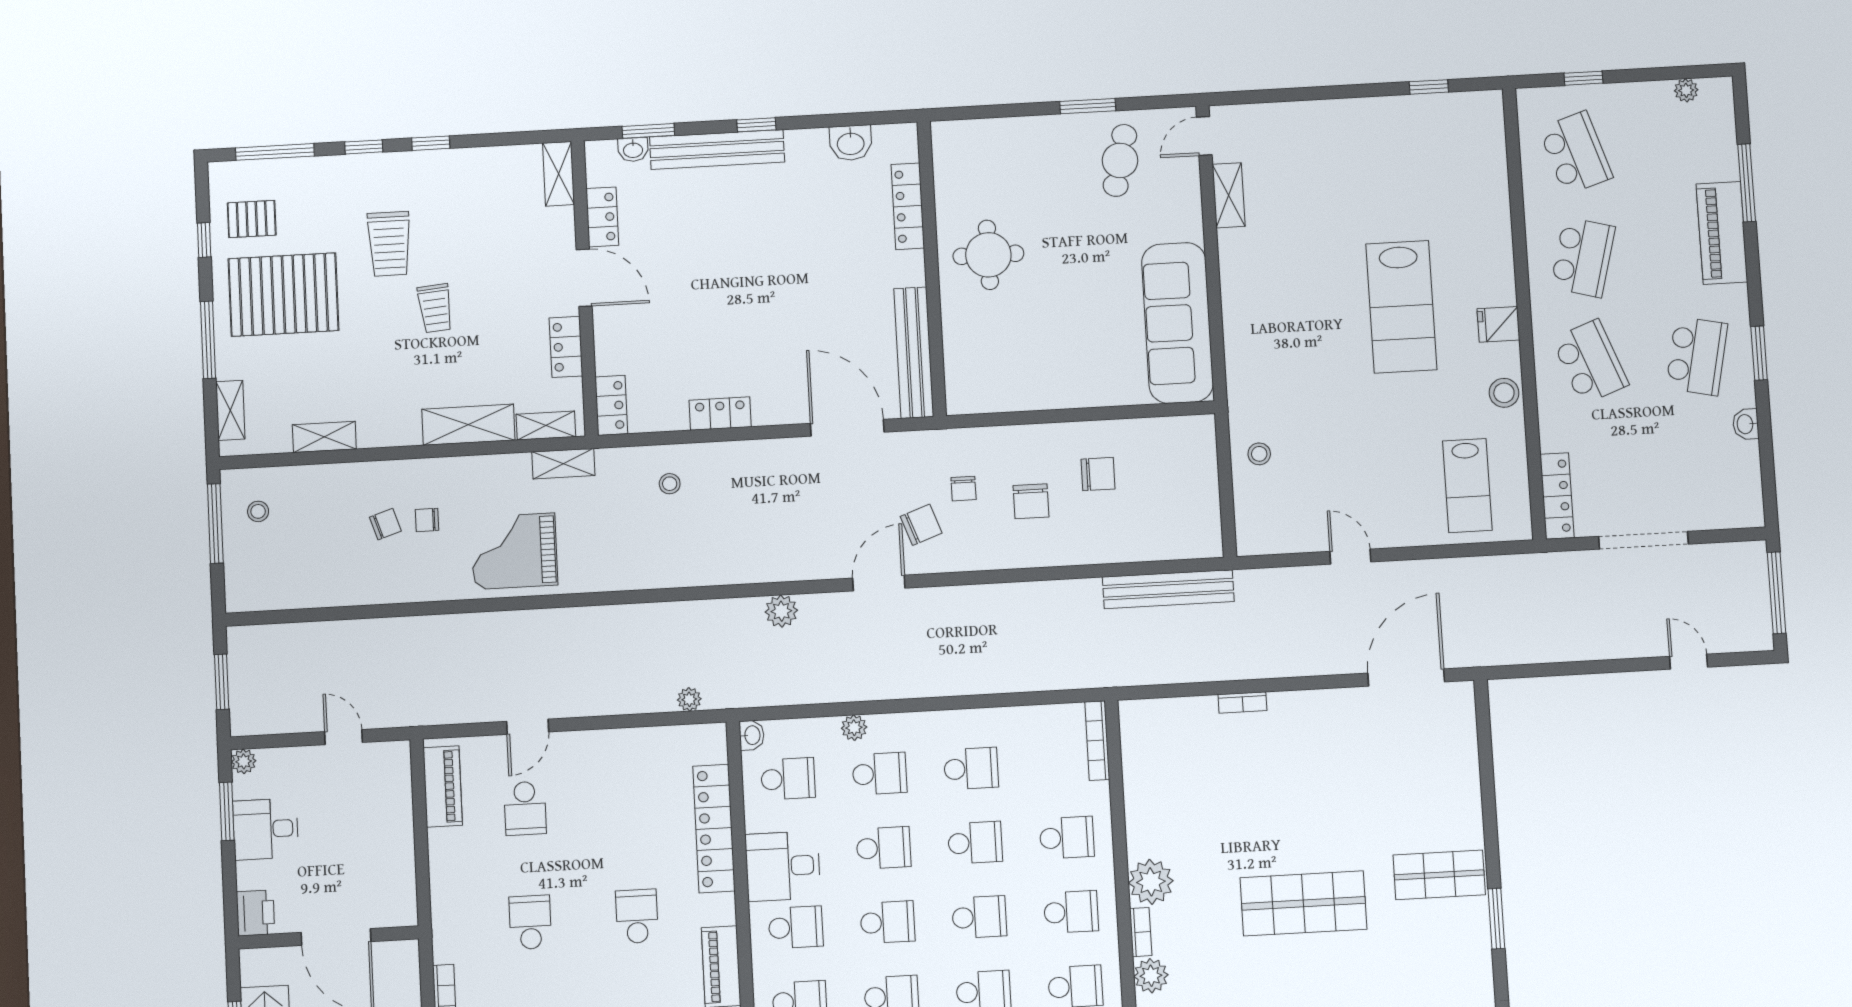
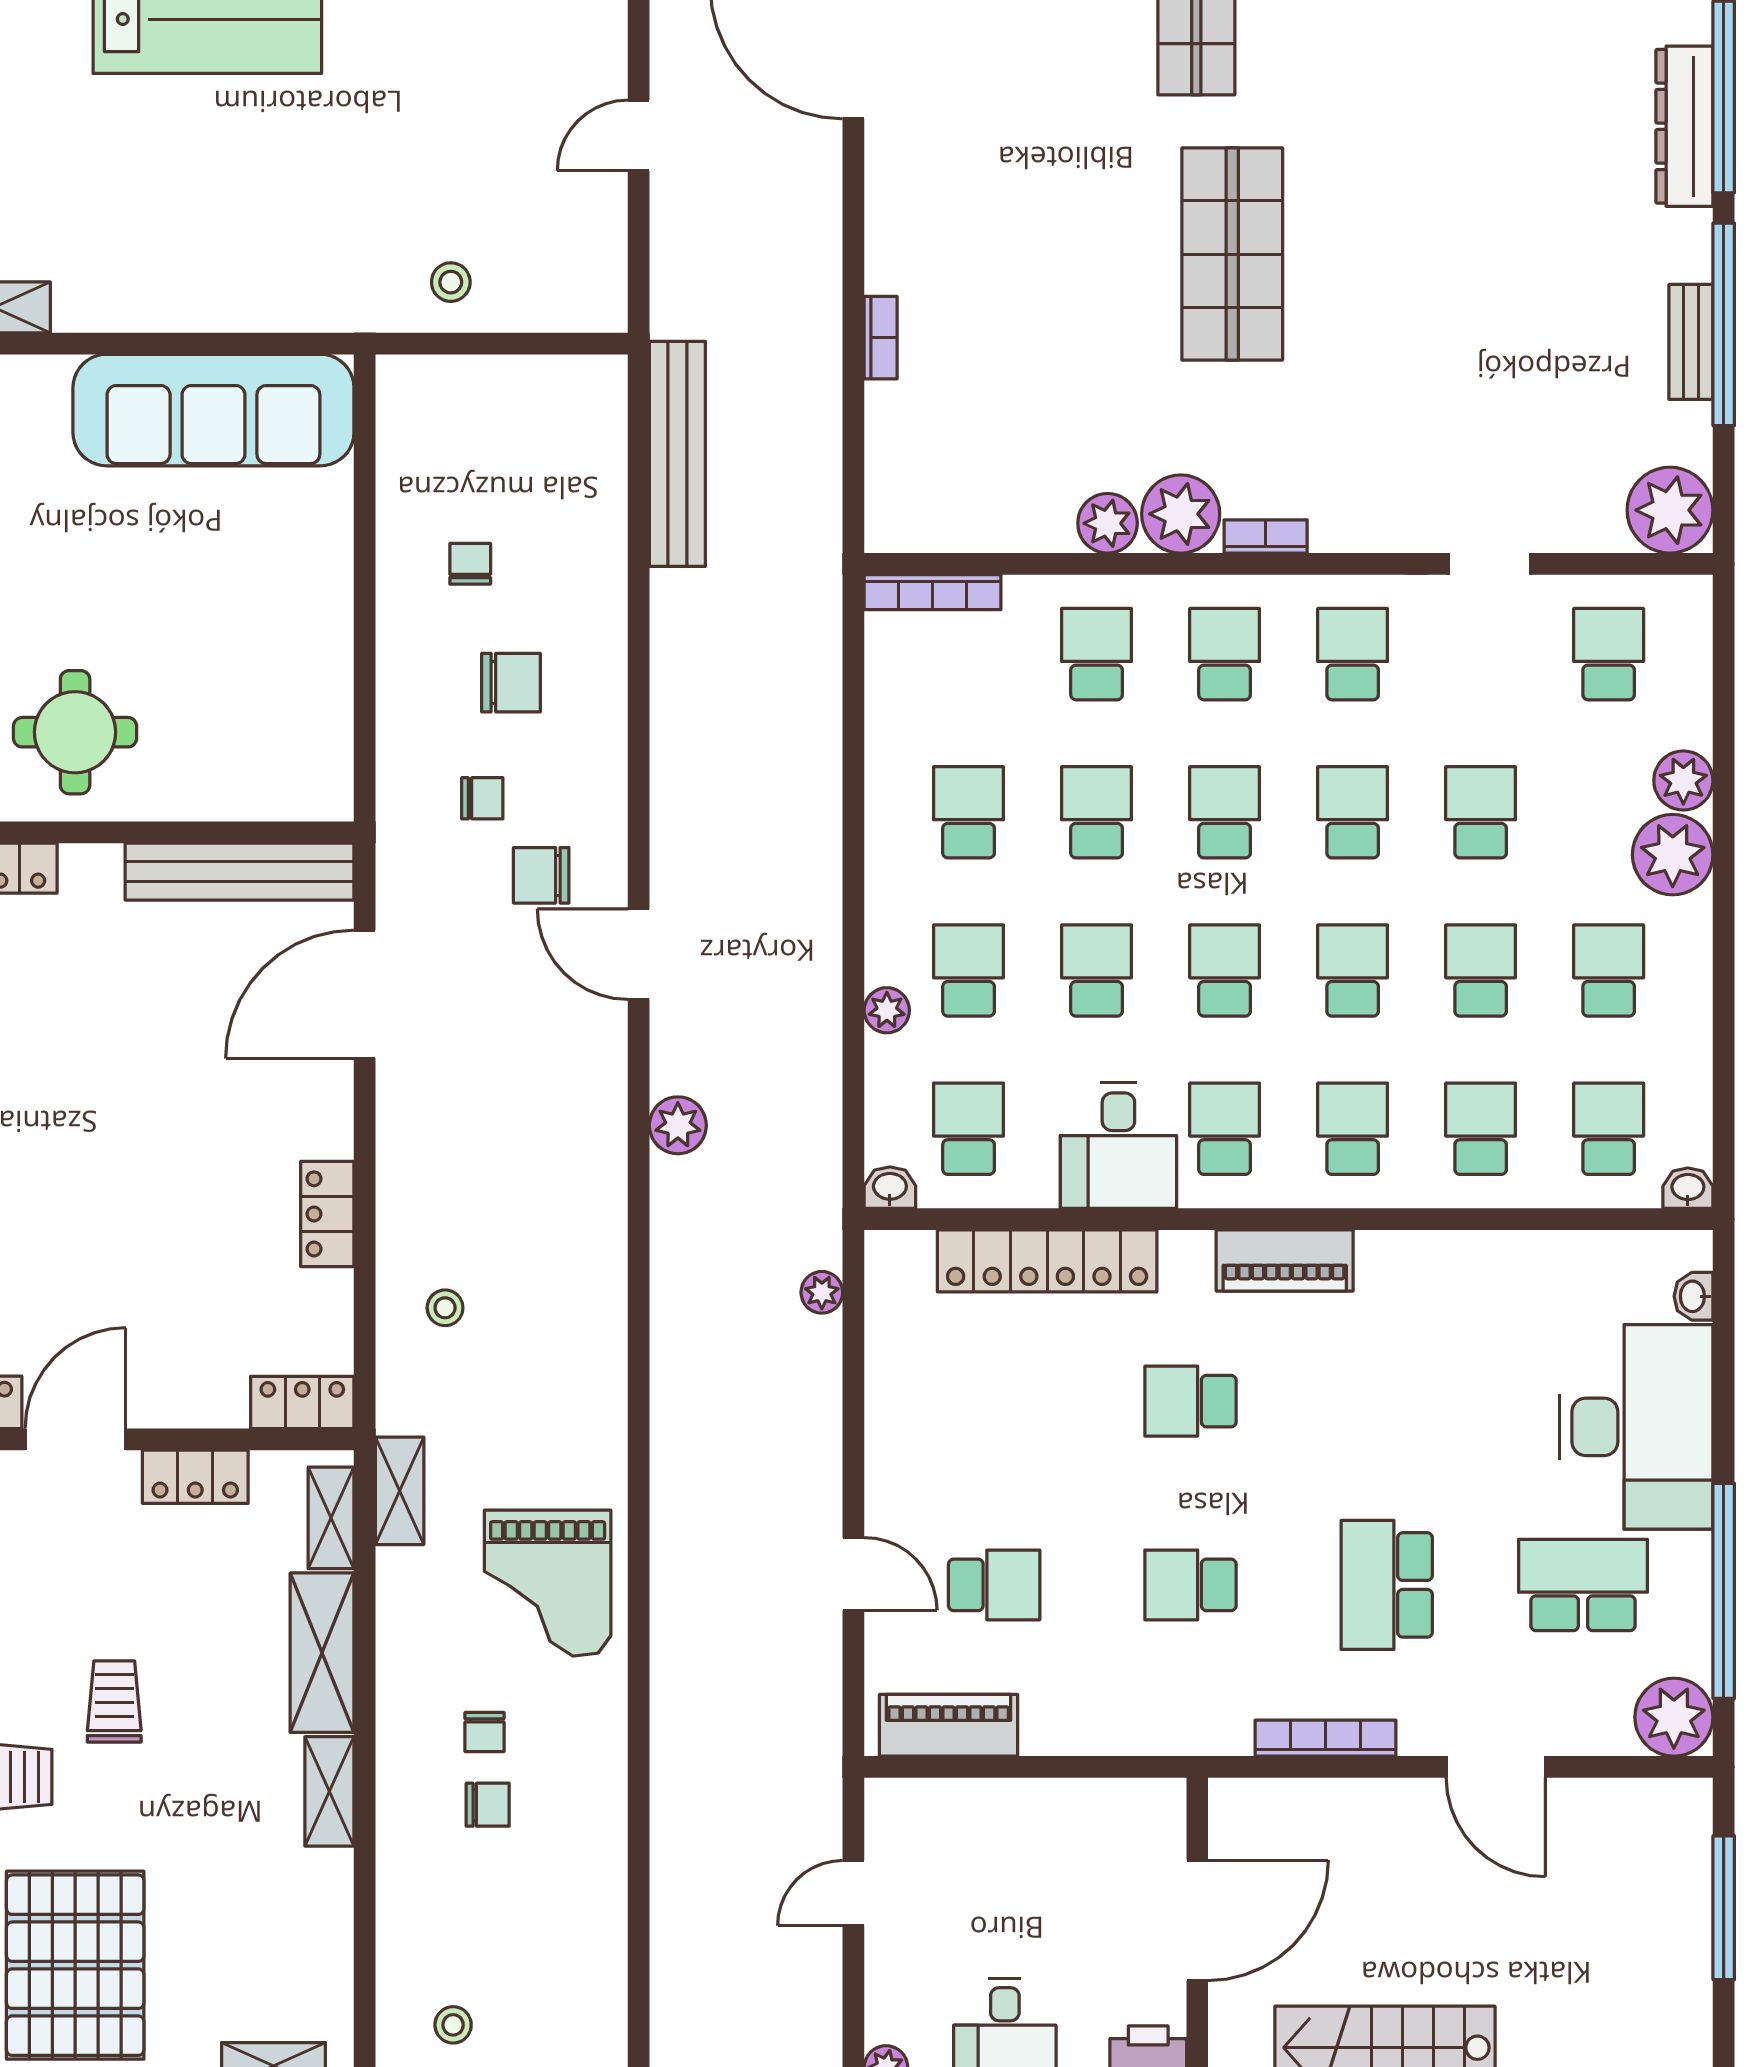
trolley: (435, 308) -> (114, 1702), turned -85
shelving: (324, 437) -> (329, 1791), moved
chair: (1098, 474) -> (470, 564), width x0.73, depth x0.73
chair: (385, 524) -> (488, 1805), turned 108
chair: (921, 525) -> (541, 875), turned -70
plant: (1151, 976) -> (1108, 523), moved

